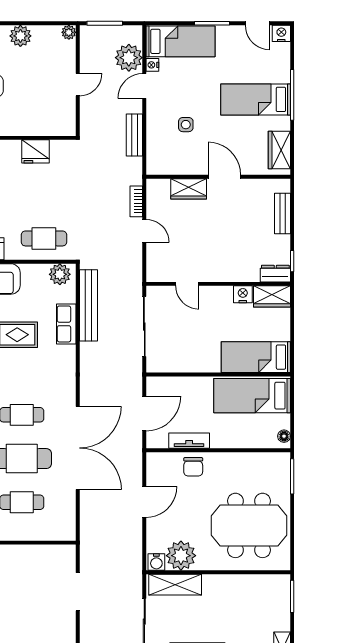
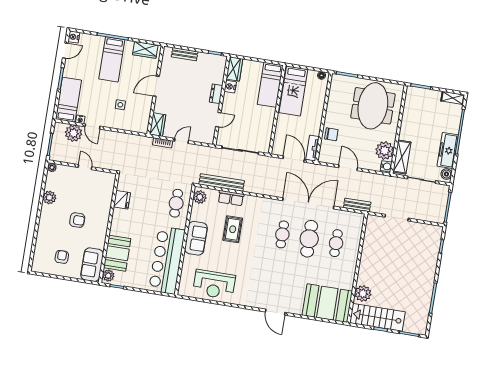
bench: (134, 135) -> (357, 205), moved
wardrobe: (189, 189) -> (158, 125), moved
dresser: (275, 274) -> (216, 94), moved
tv unit: (189, 441) -> (313, 148), moved

